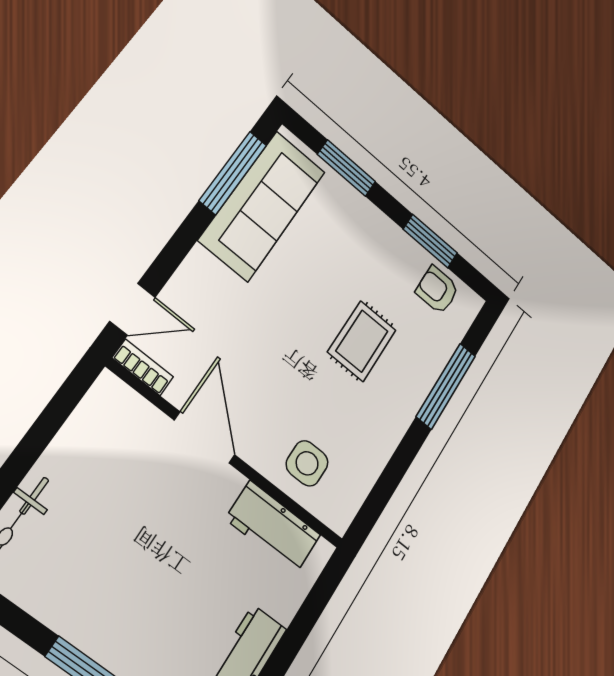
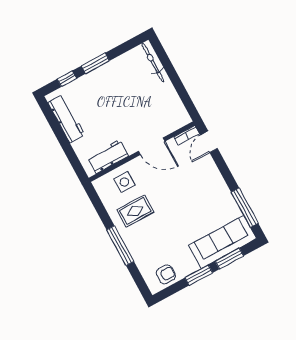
sofa: (263, 206) -> (223, 242), moved, turned 90
window: (430, 241) -> (199, 275), moved
rug: (362, 341) -> (135, 211), moved, turned 90
window: (446, 386) -> (120, 246), moved

